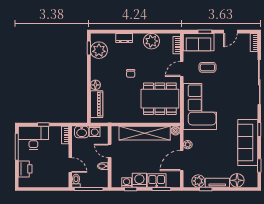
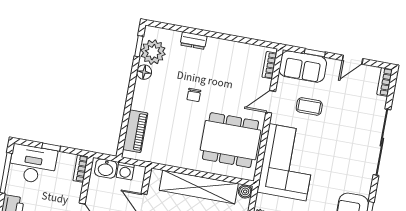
plant: (151, 41) -> (233, 53), removed
floor lamp: (95, 85) -> (144, 72), moved

